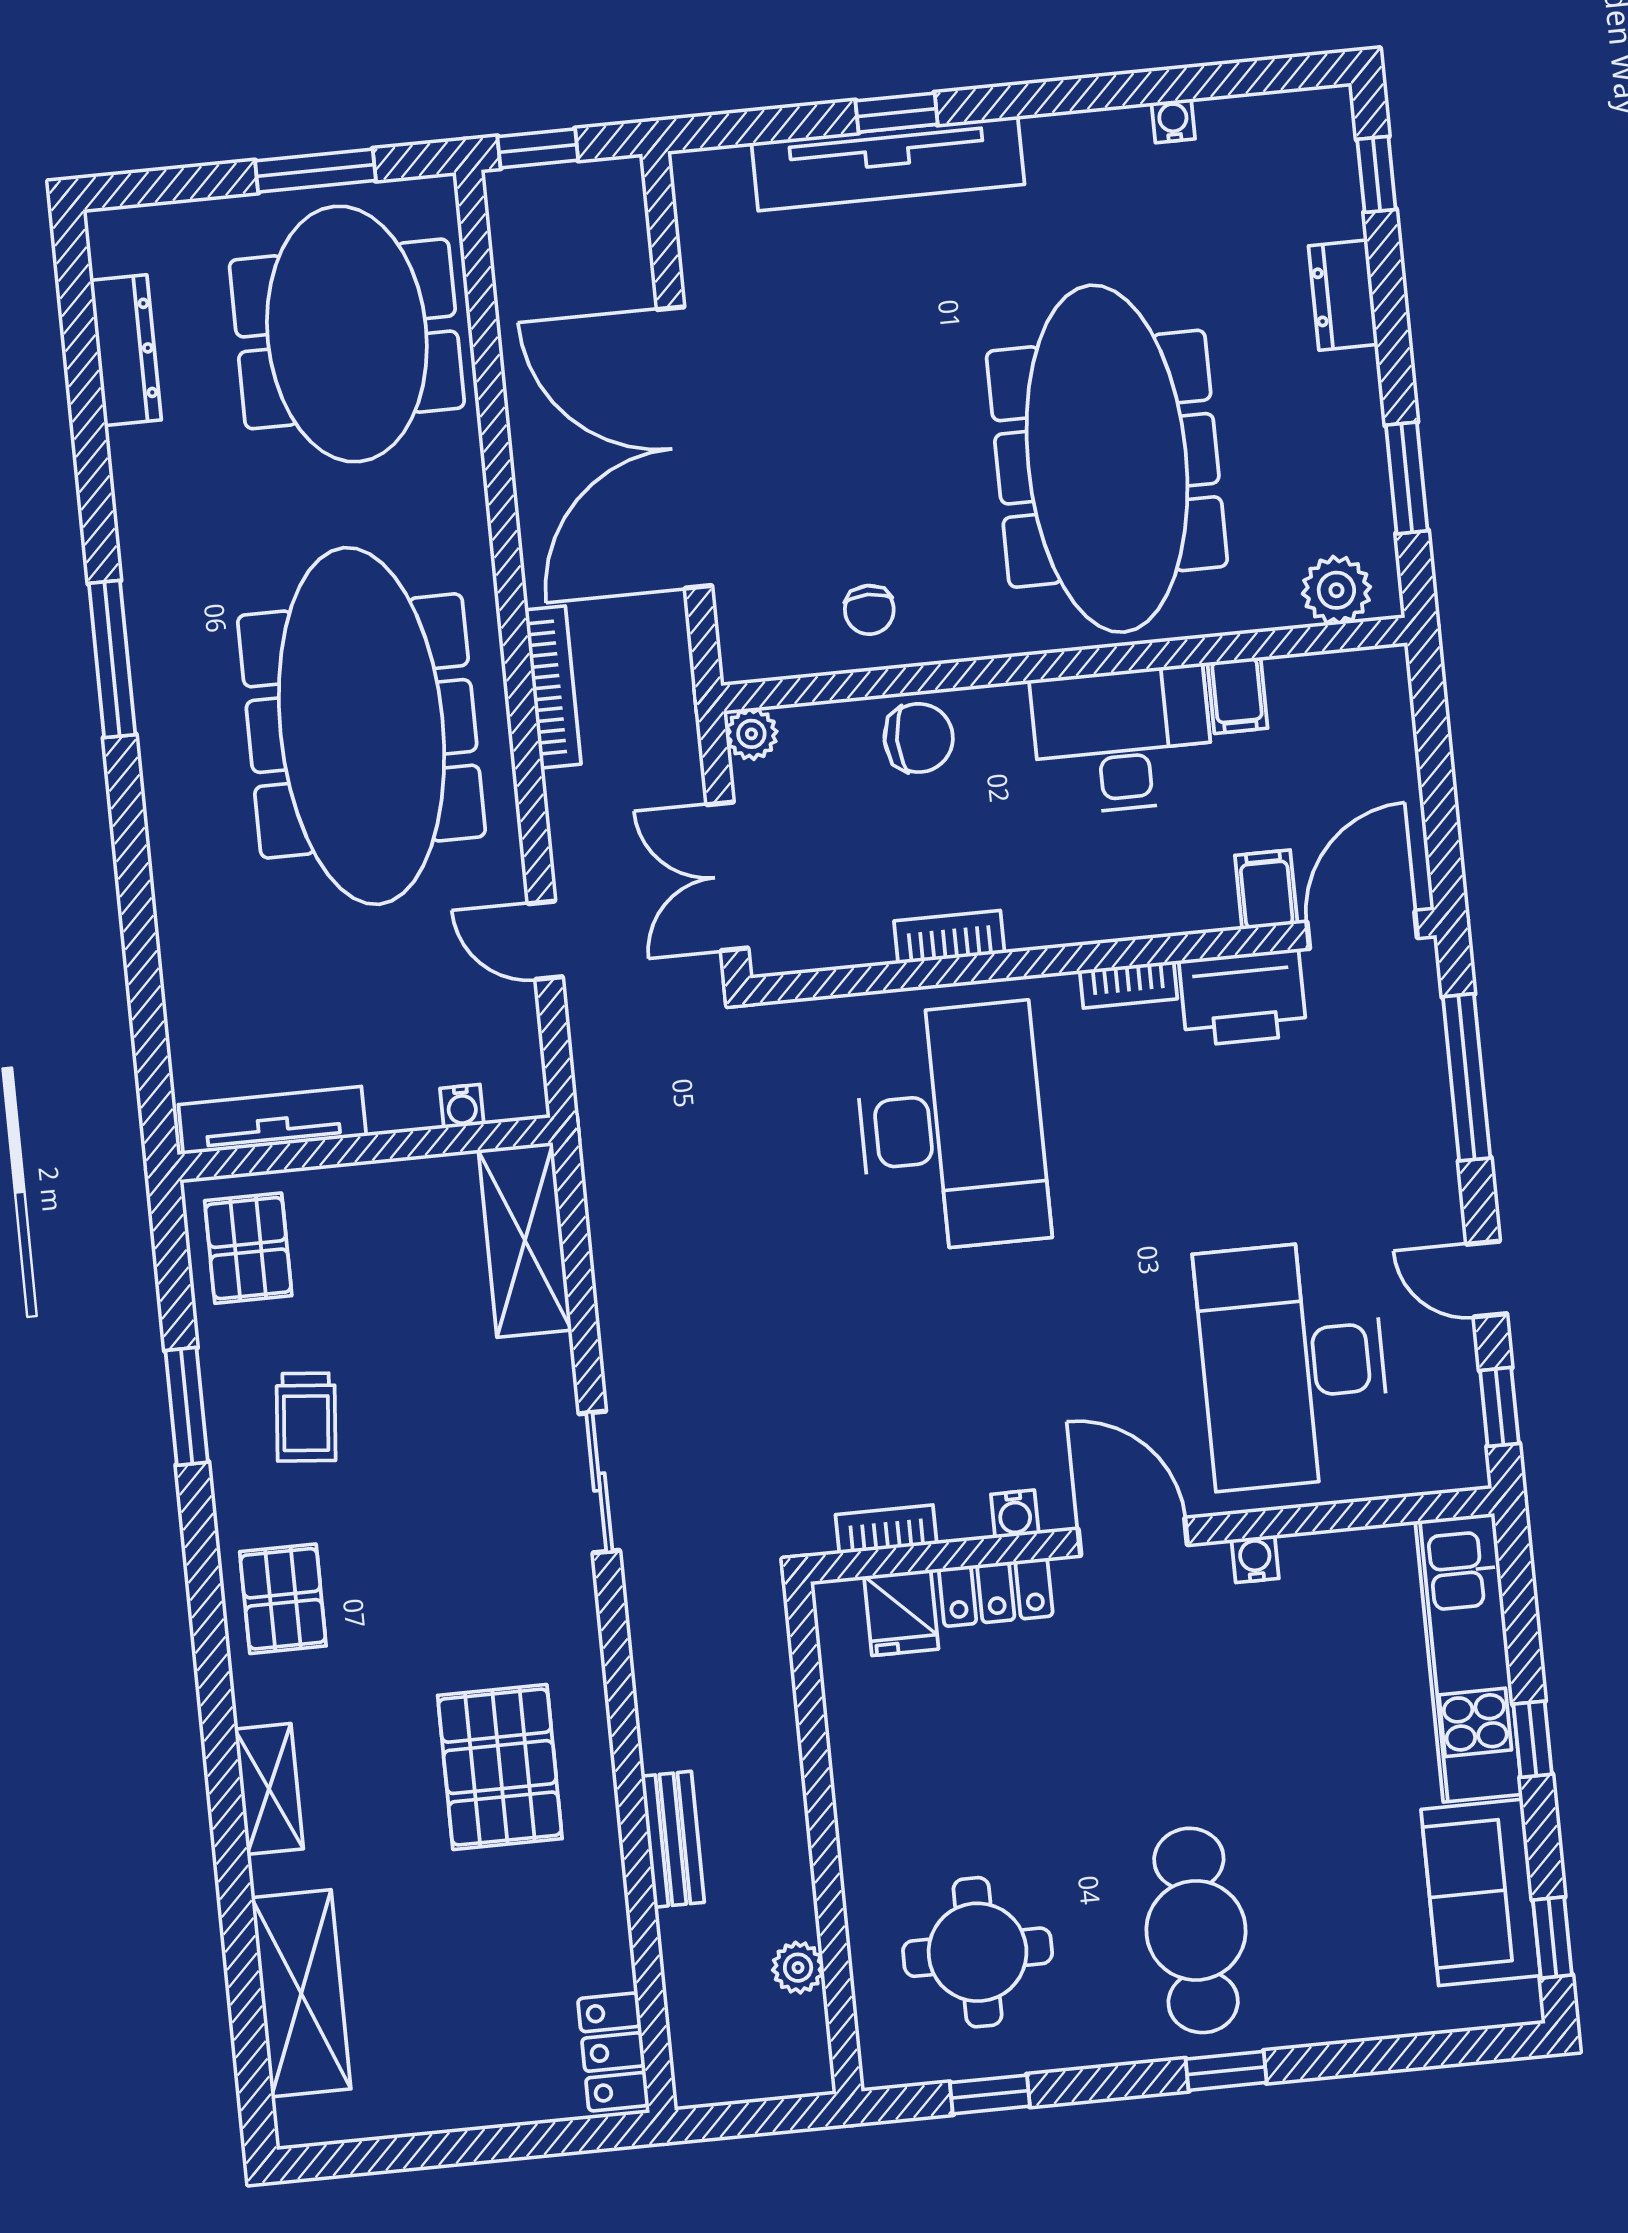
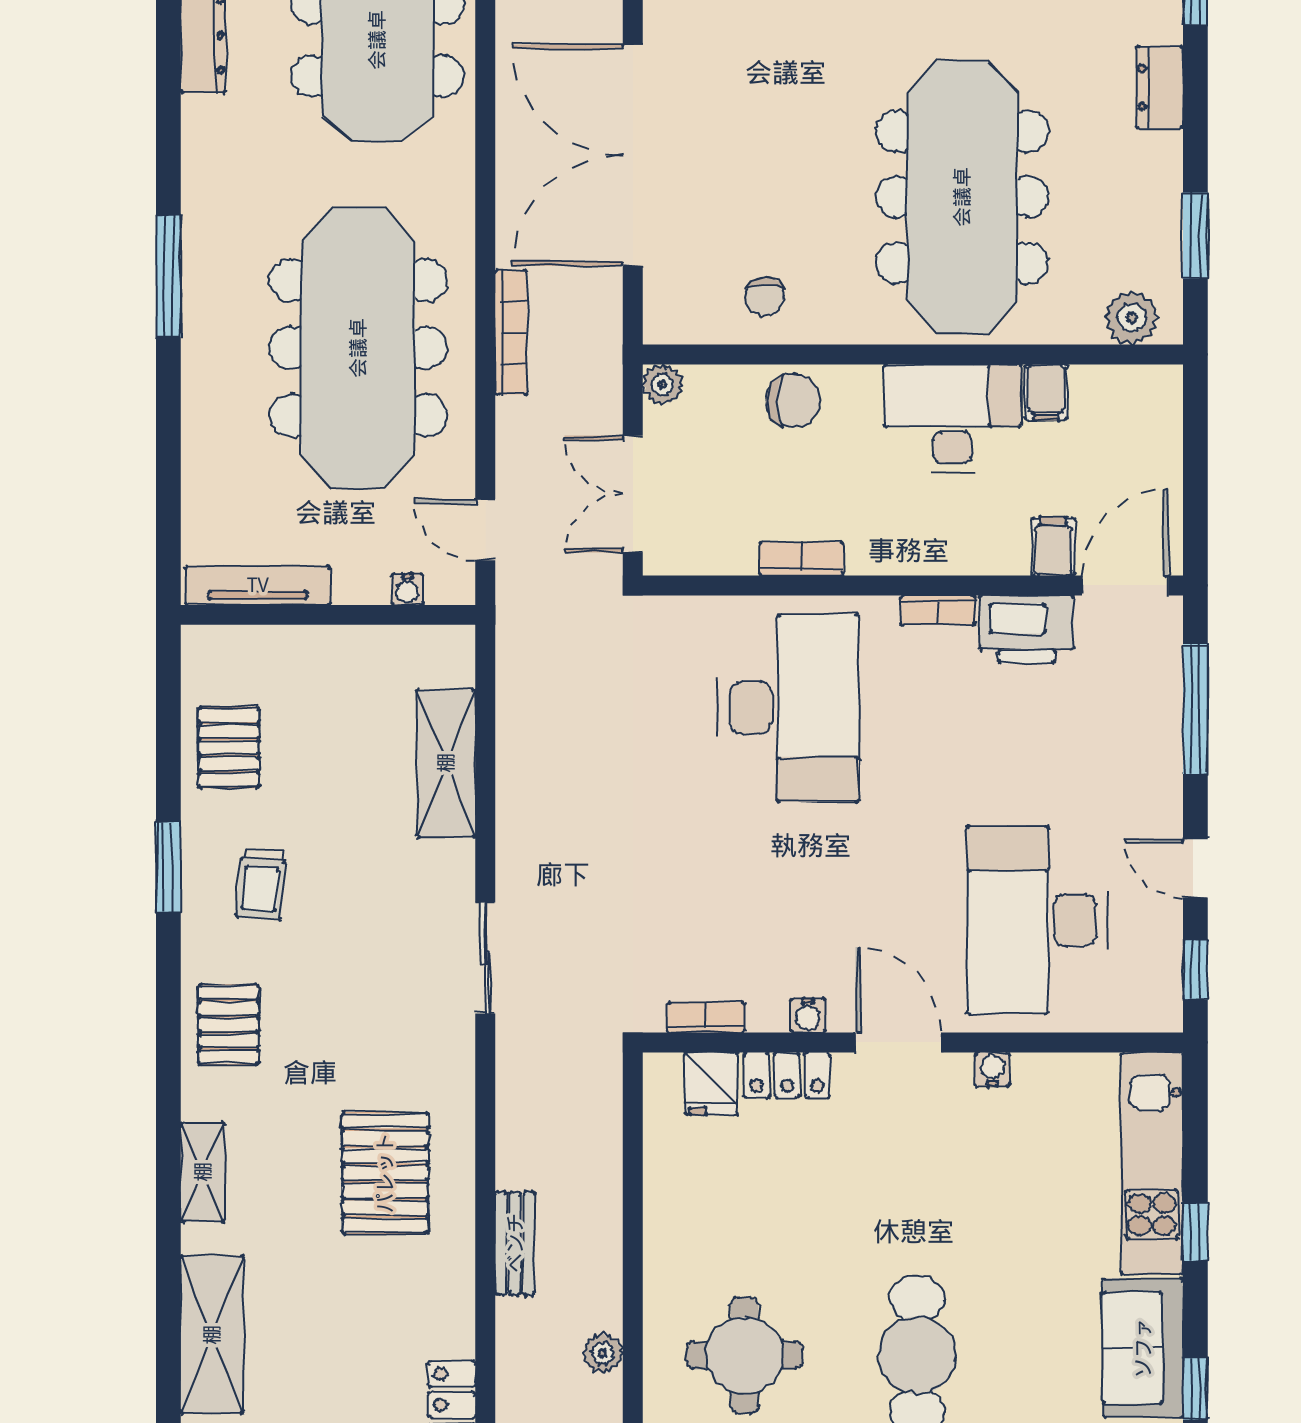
water cooler: (462, 1106) -> (407, 589), moved
tv unit: (272, 1120) -> (258, 585), moved
wall: (365, 1149) -> (328, 615), moved

